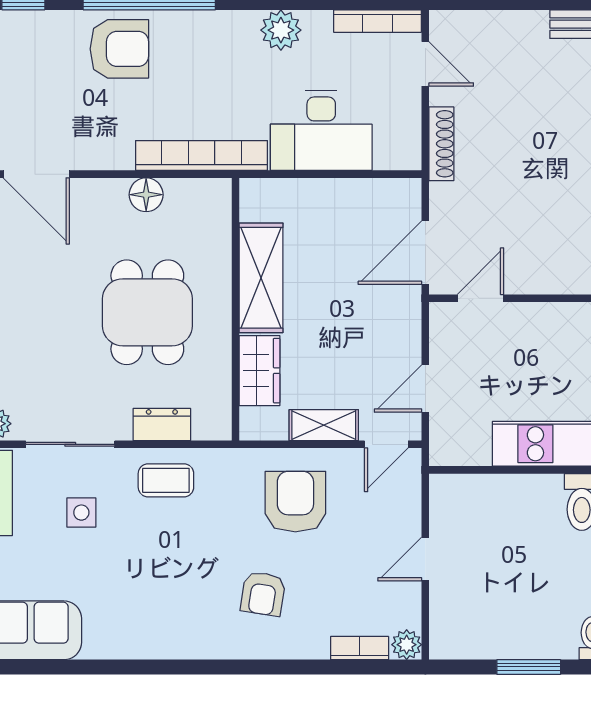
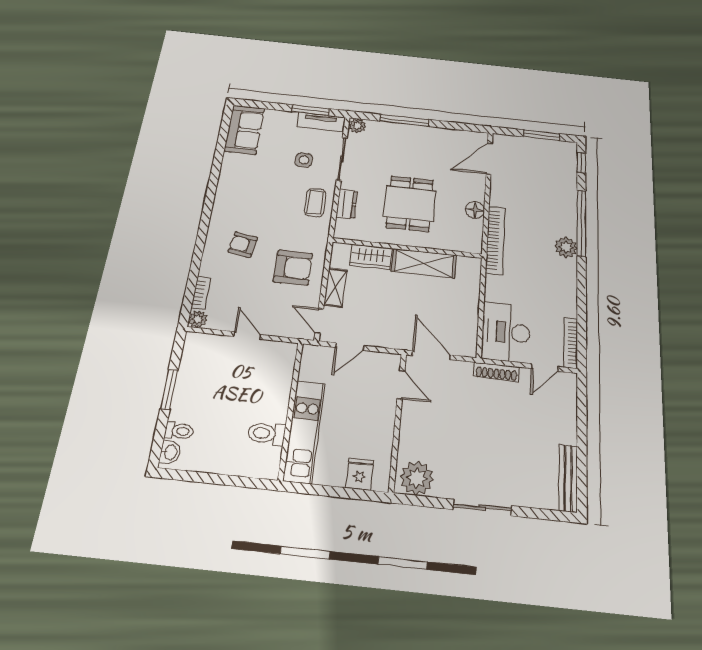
plant: (281, 30) -> (566, 247), moved
armchair: (119, 49) -> (556, 206), removed
desk: (321, 131) -> (506, 332), moved
dining table: (147, 312) -> (410, 204), turned 90
door: (425, 389) -> (350, 347), swing flipped

